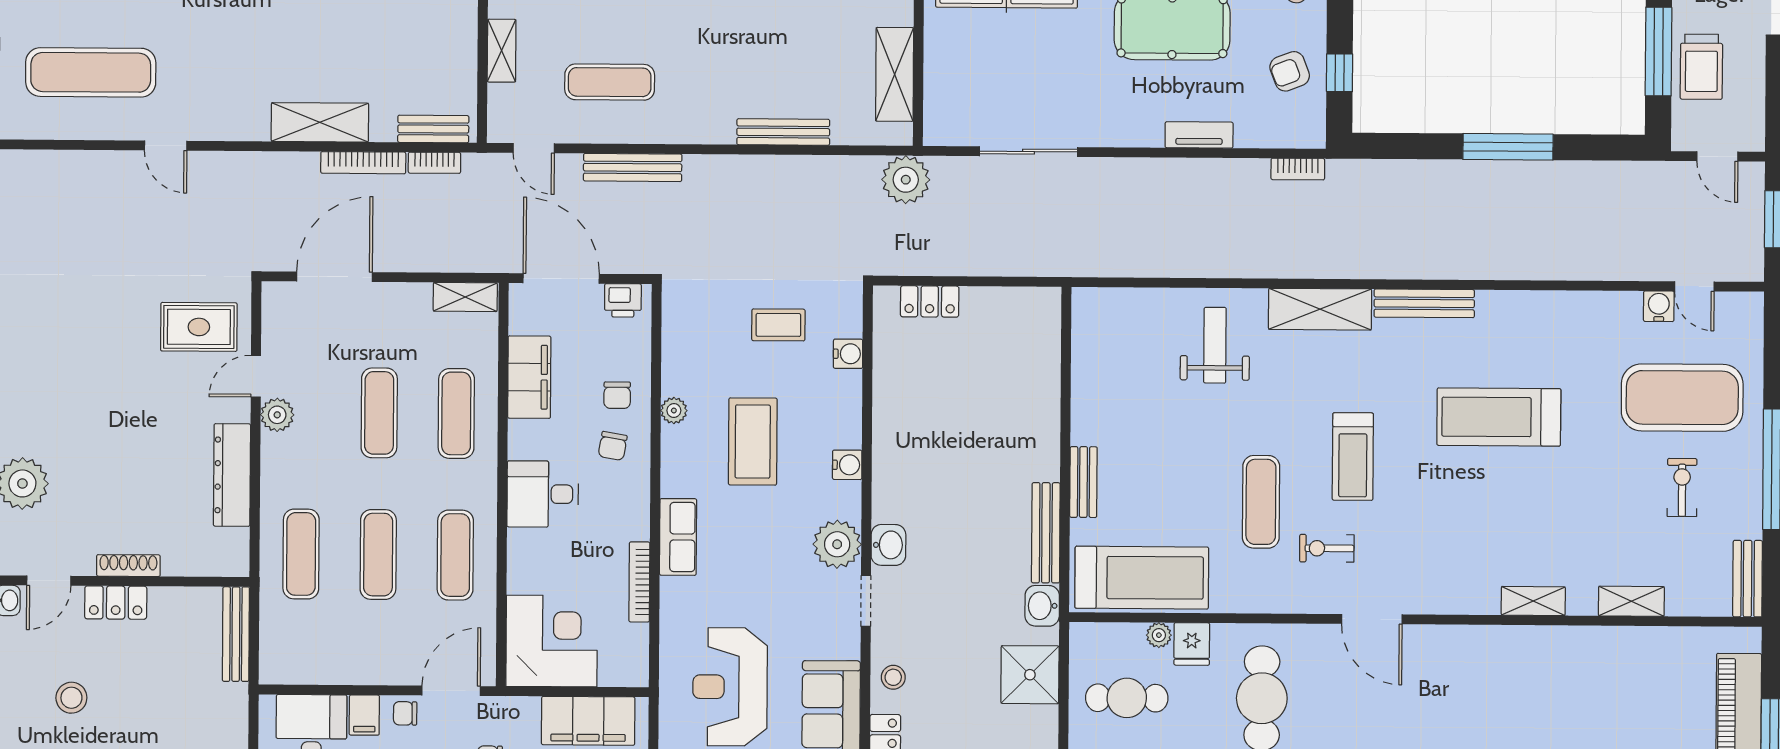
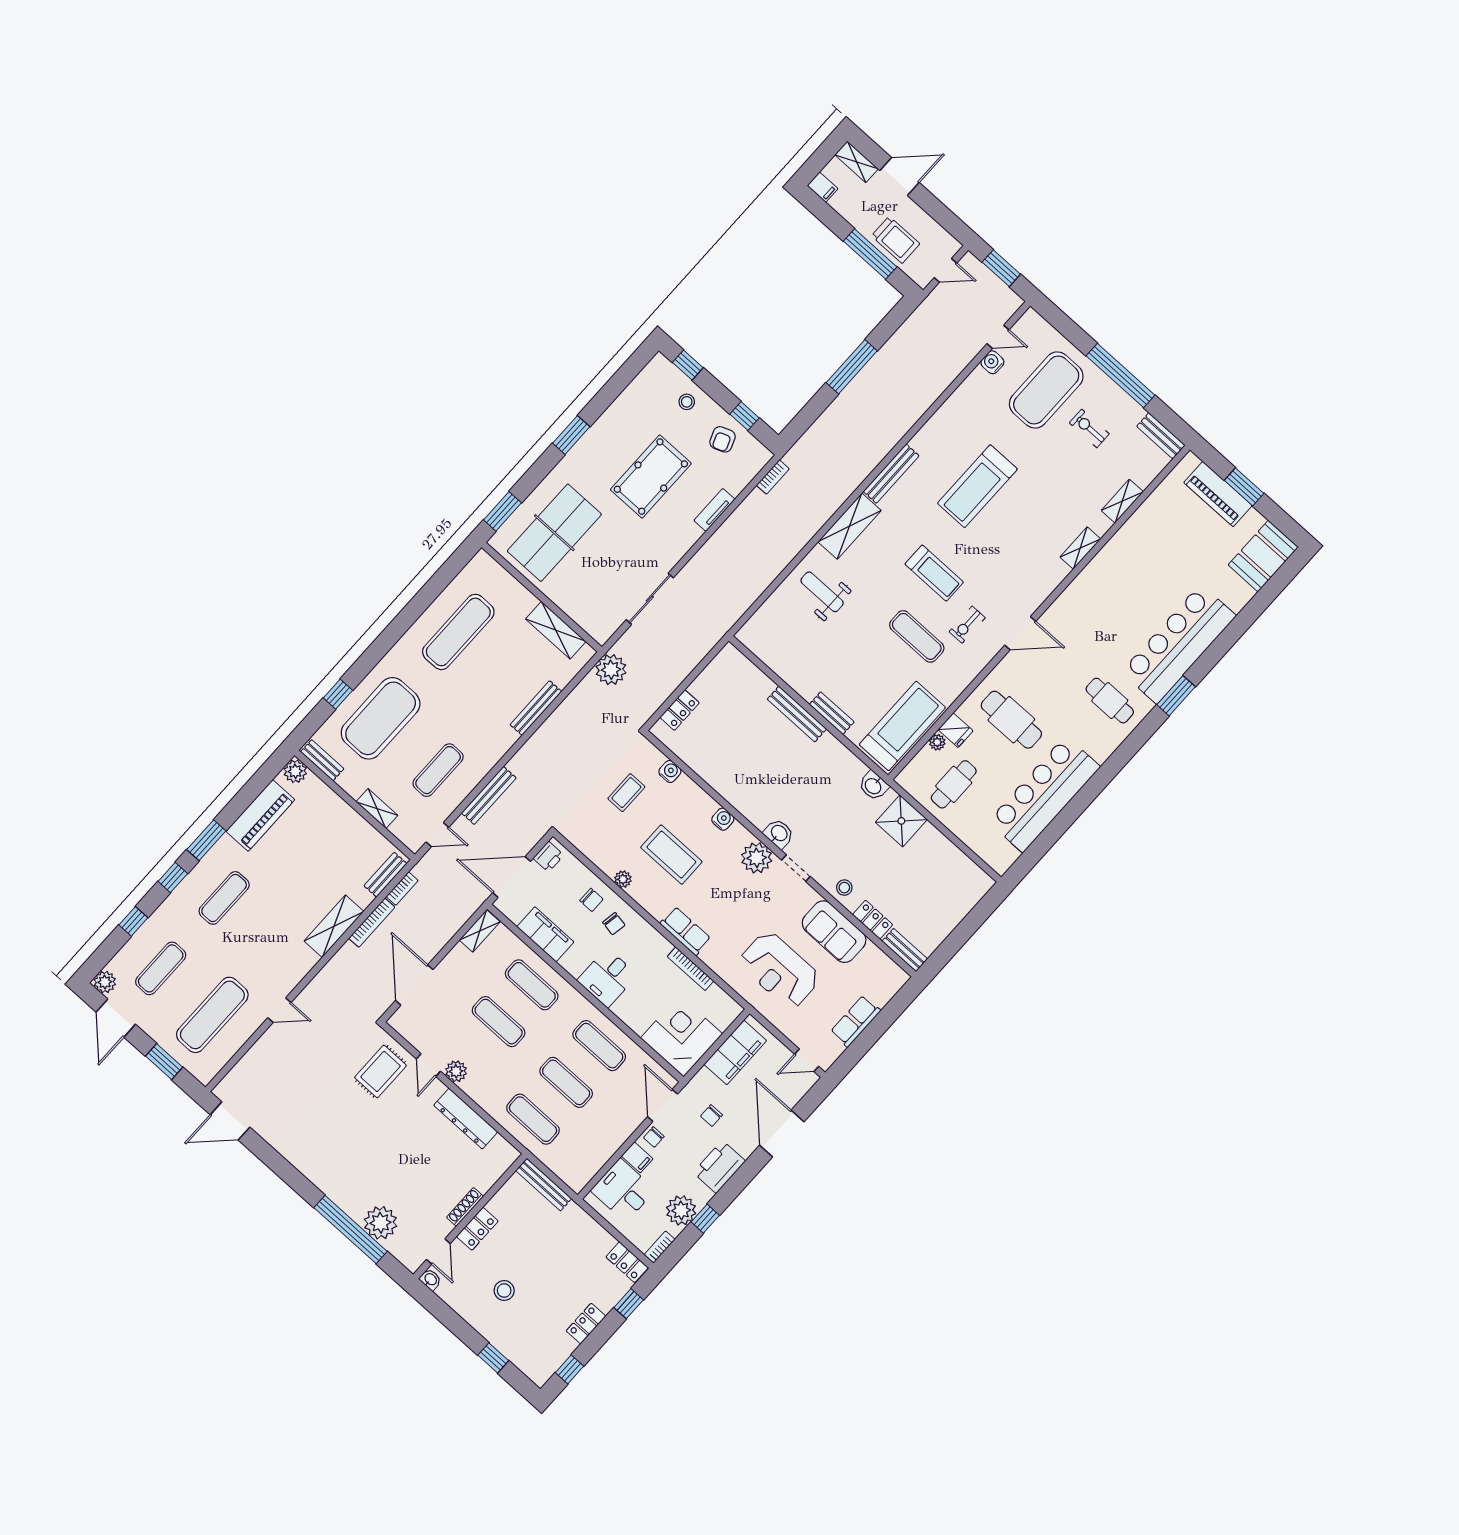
bench: (1046, 533) -> (797, 714), moved

